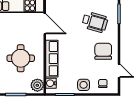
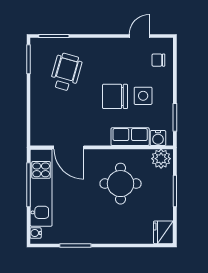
door: (45, 24) -> (69, 147), swing flipped
chair: (103, 51) -> (115, 96), moved
row of seats: (52, 59) -> (130, 137), width x0.68
side table: (84, 85) -> (143, 96), moved

